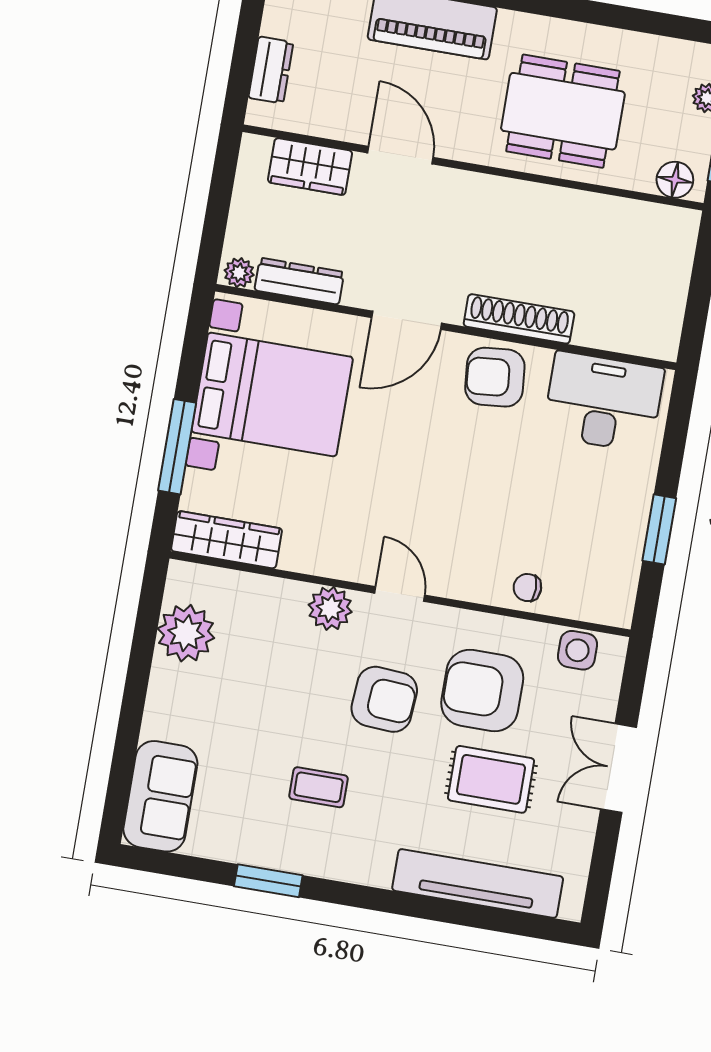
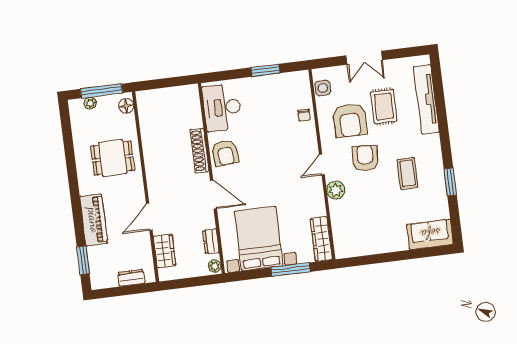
dining table: (563, 111) -> (113, 158), width x0.73
dresser: (299, 281) -> (211, 241), width x0.70
plant: (186, 633) -> (363, 244), removed
coffee table: (319, 787) -> (407, 173), width x1.36, depth x1.30

